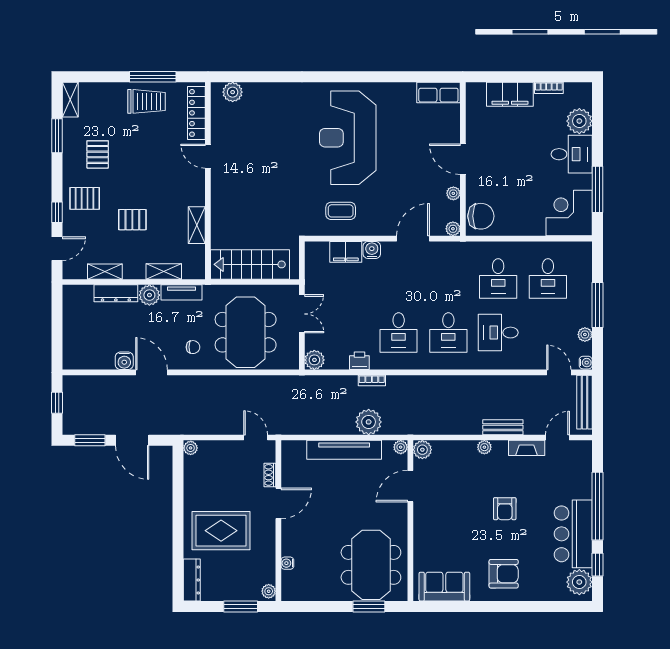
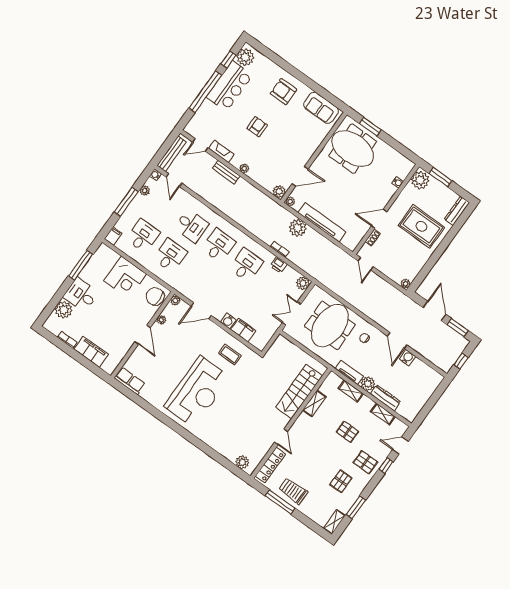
corner desk: (569, 213) -> (125, 277), moved
filing cabinet: (584, 253) -> (113, 236), added
stairs: (250, 264) -> (299, 392), moved, turned 90
meeting table: (371, 565) -> (353, 149), turned 90
plant: (269, 591) -> (420, 180), width x1.88, depth x1.88

